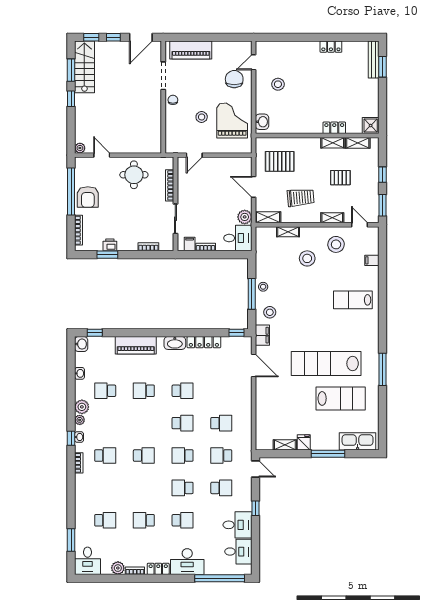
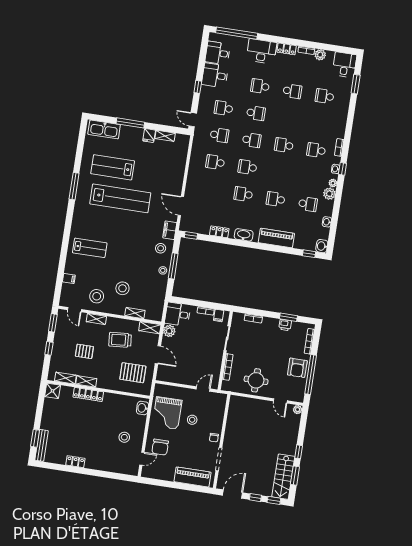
locker: (334, 128) -> (88, 394), width x1.53
armchair: (88, 197) -> (297, 368), turned 180
locker: (204, 342) -> (219, 232), width x0.66
school desk: (144, 391) -> (276, 199), turned 180

